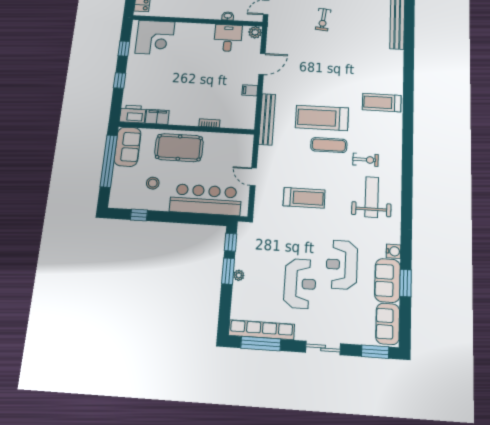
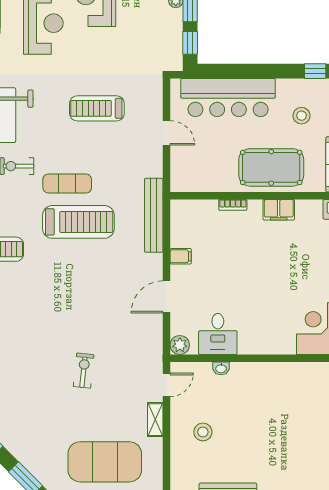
filing cabinet: (157, 117) -> (279, 210), moved

